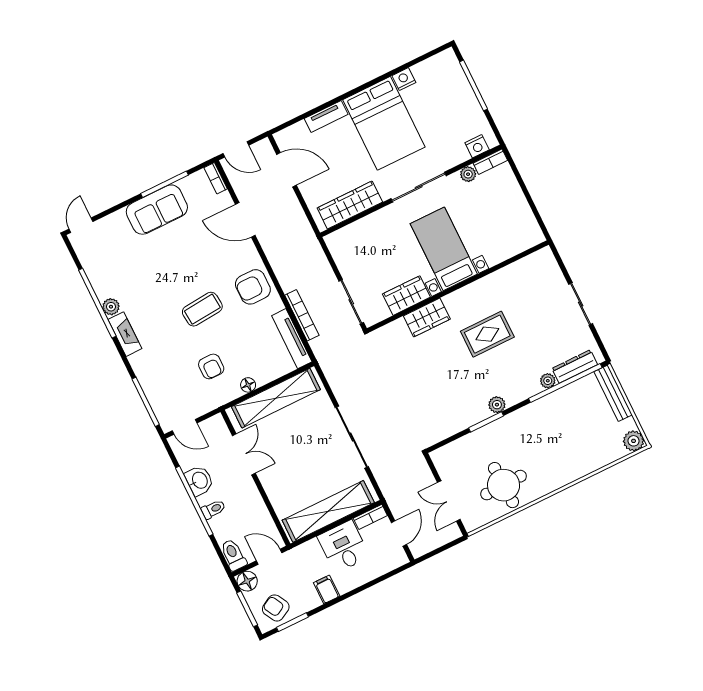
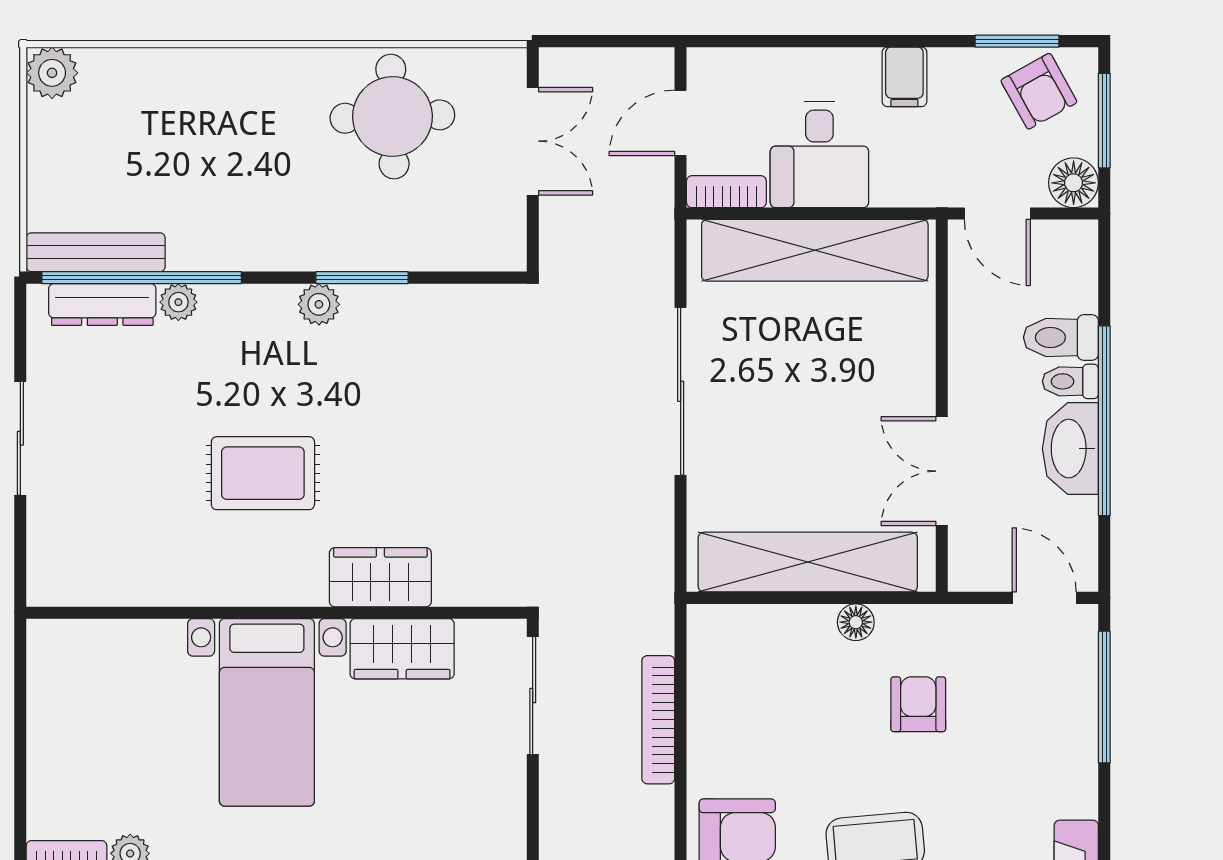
tv unit: (292, 339) -> (707, 678), removed
bench: (613, 393) -> (96, 252), moved, turned 90
washbasin: (199, 481) -> (1070, 449), width x1.38
toilet: (233, 555) -> (1061, 337), moved, turned 90

